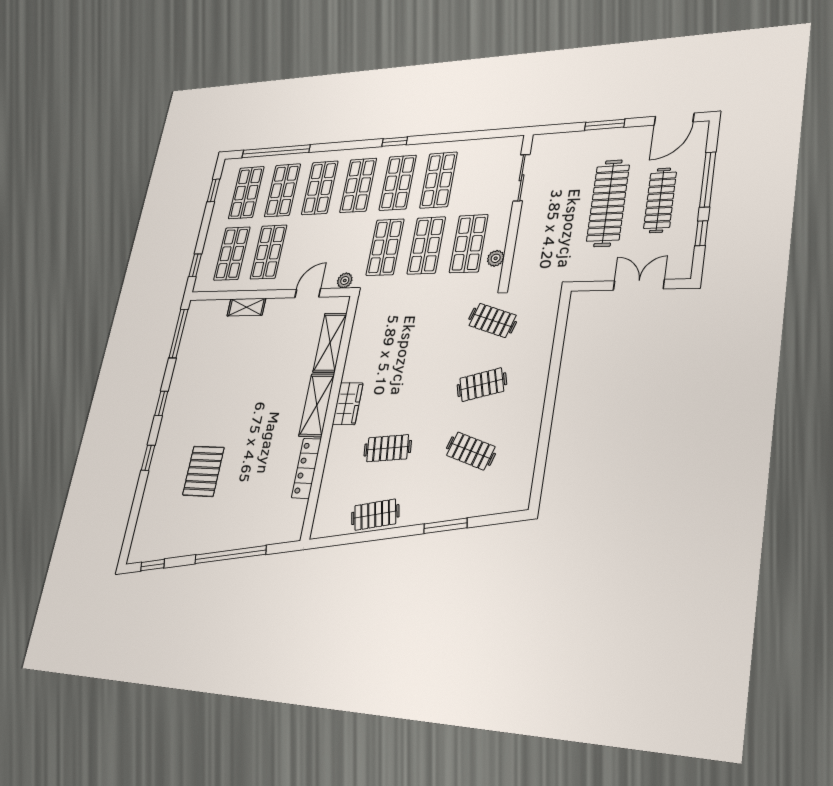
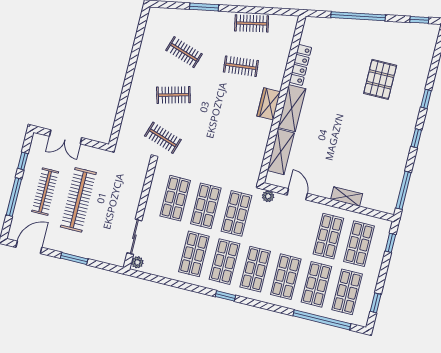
plant: (496, 258) -> (137, 262), moved
door: (308, 293) -> (297, 194), swing flipped

